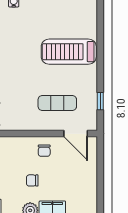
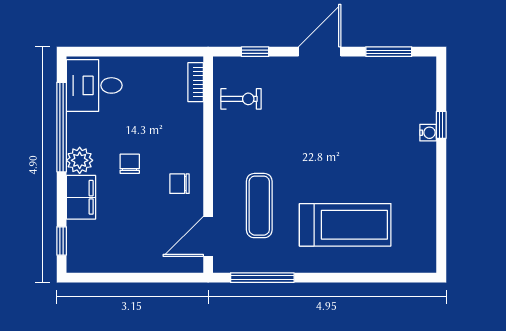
treadmill: (69, 52) -> (345, 225), turned 90
window: (100, 101) -> (262, 278), width x2.17

